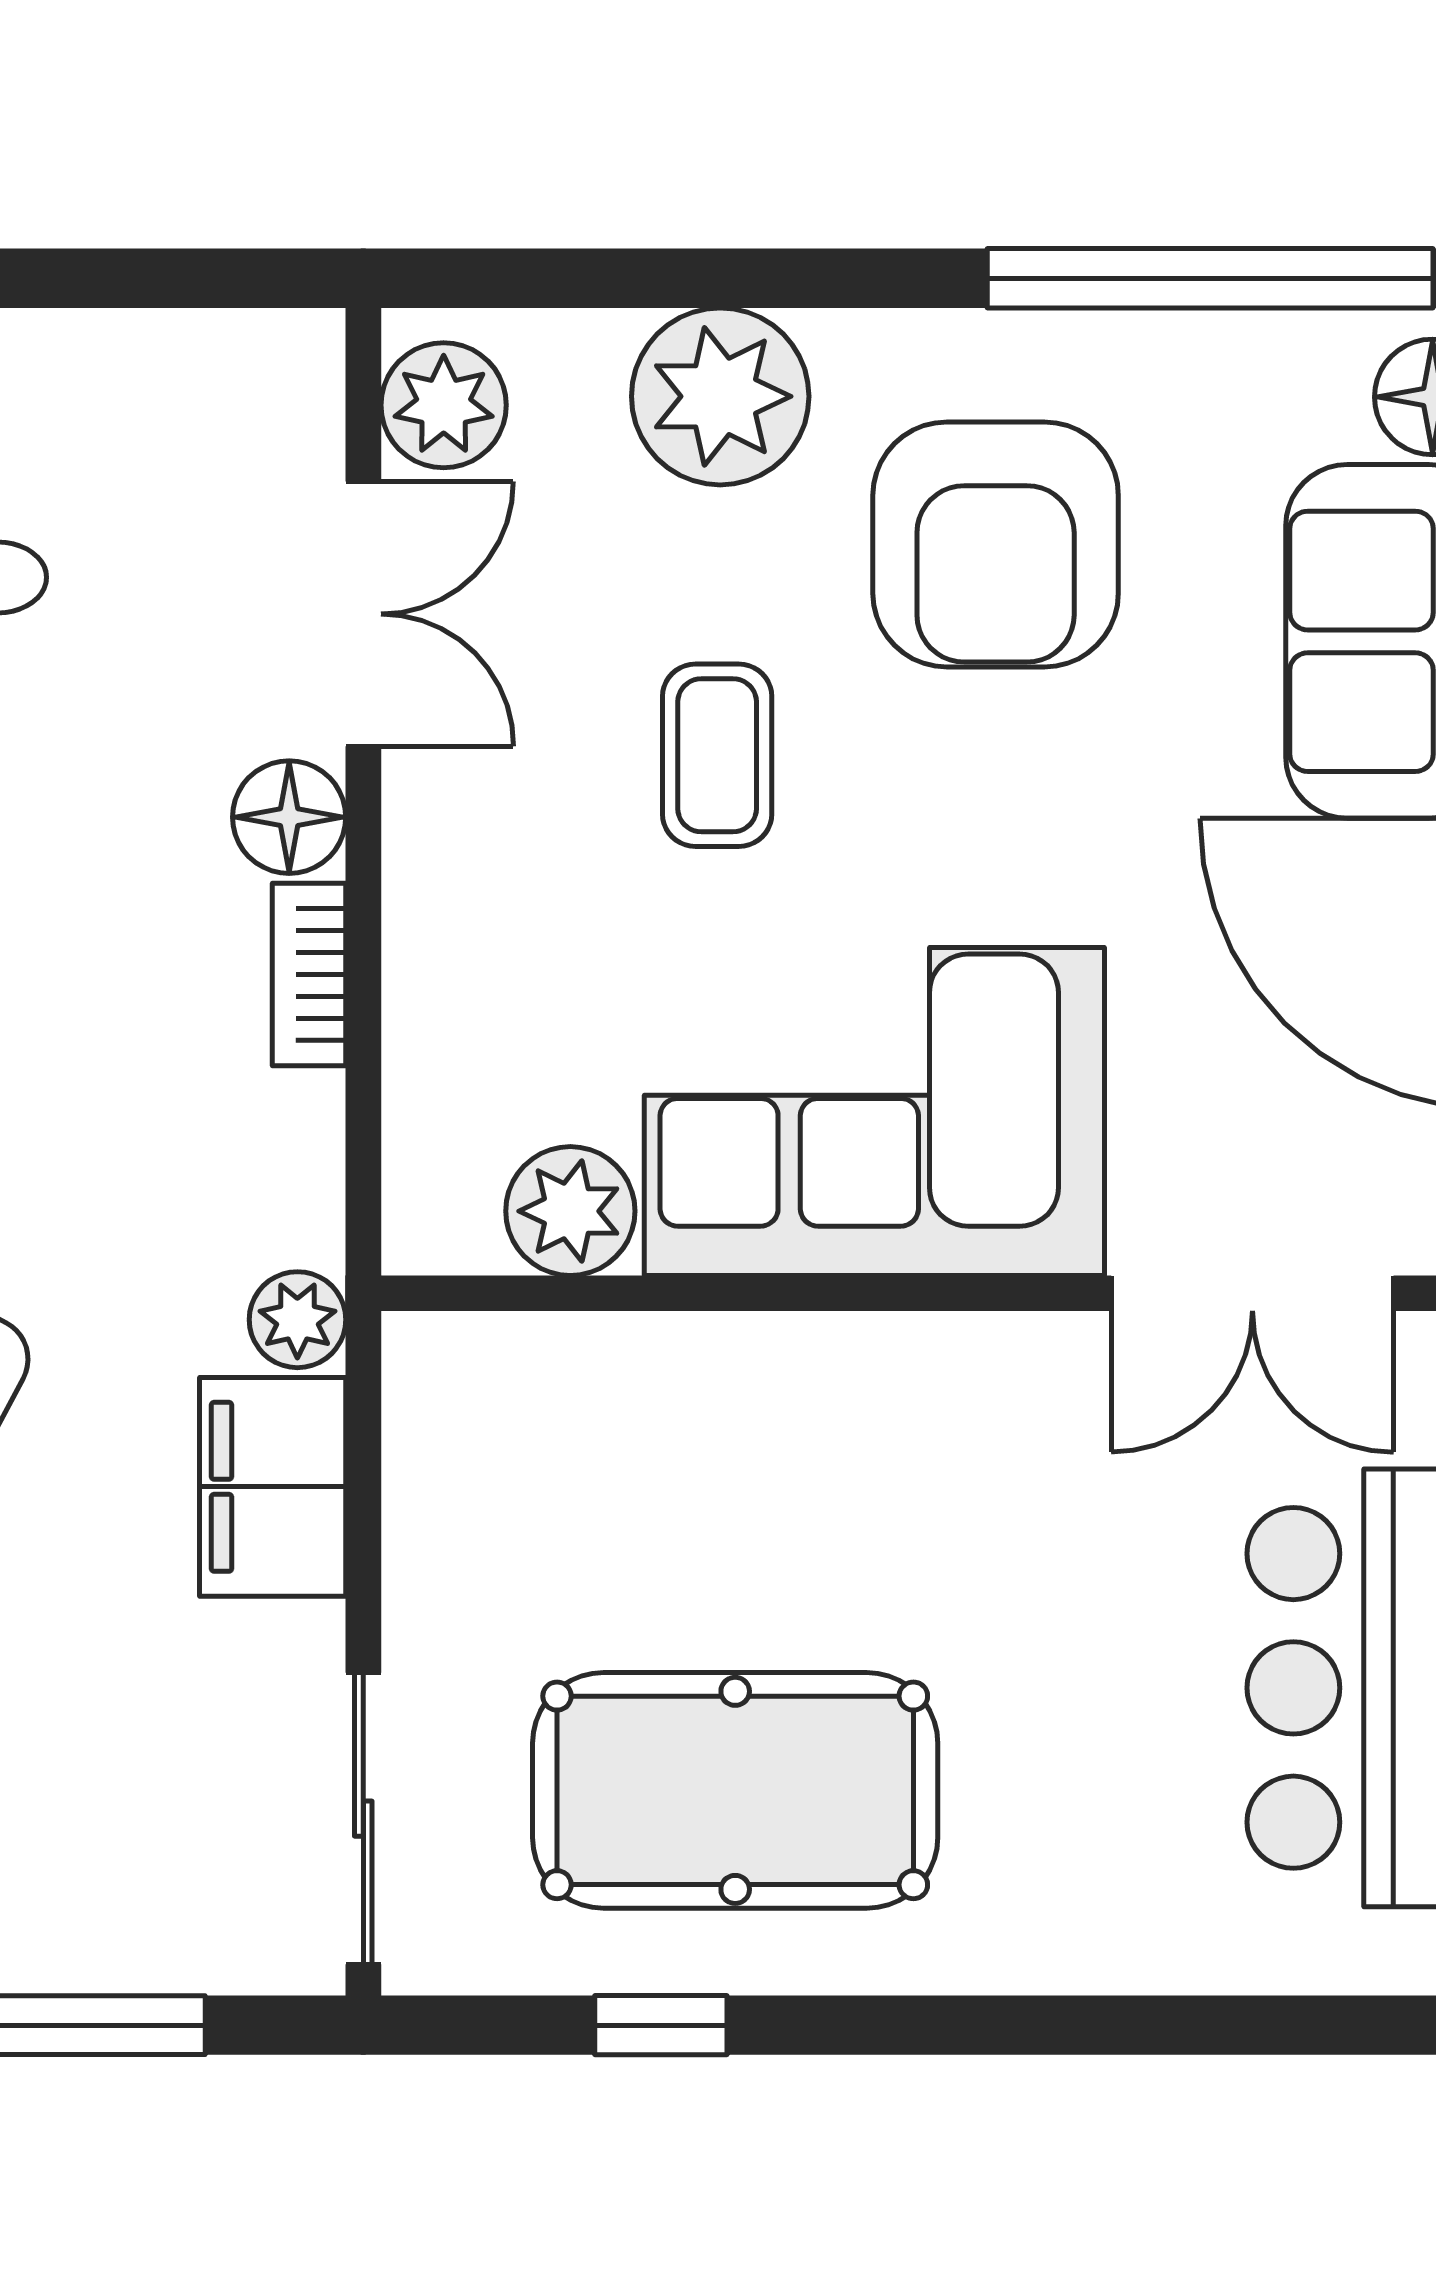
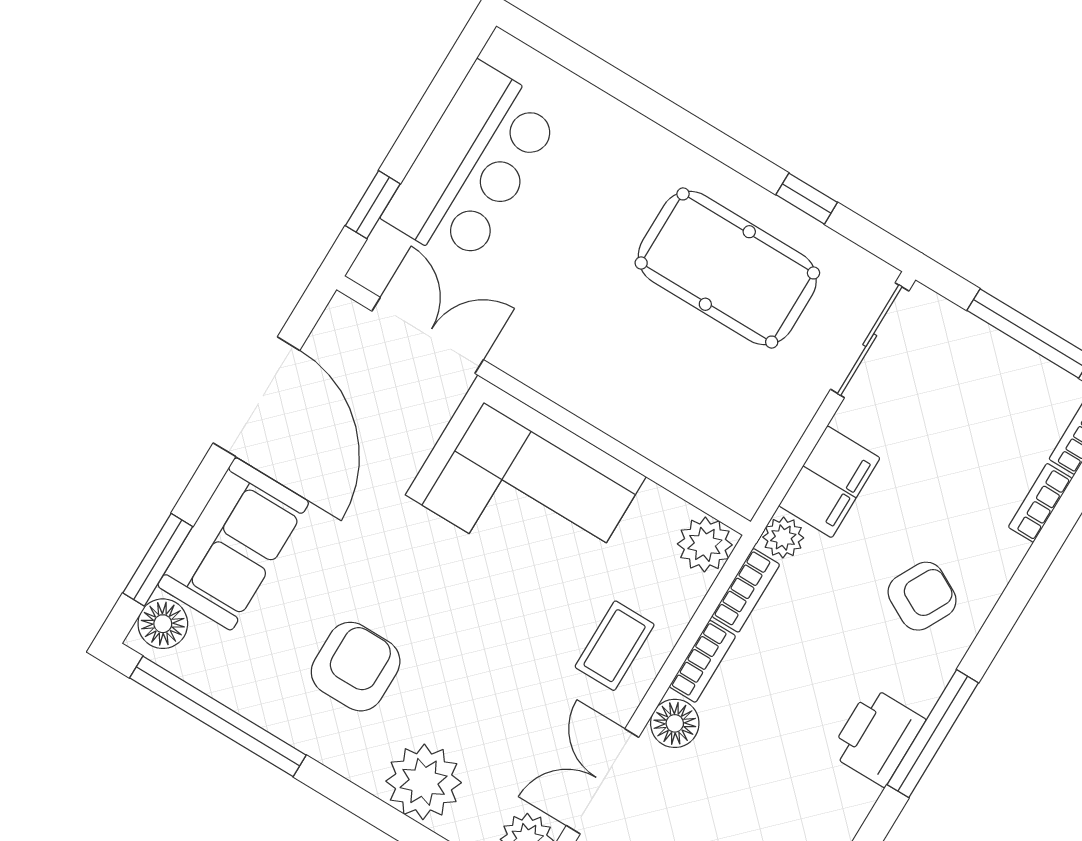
armchair: (996, 544) -> (356, 667), width x0.73, depth x0.73
coffee table: (717, 755) -> (615, 646), moved
bookcase: (308, 1169) -> (746, 590), added
plant: (570, 1211) -> (705, 544), moved

